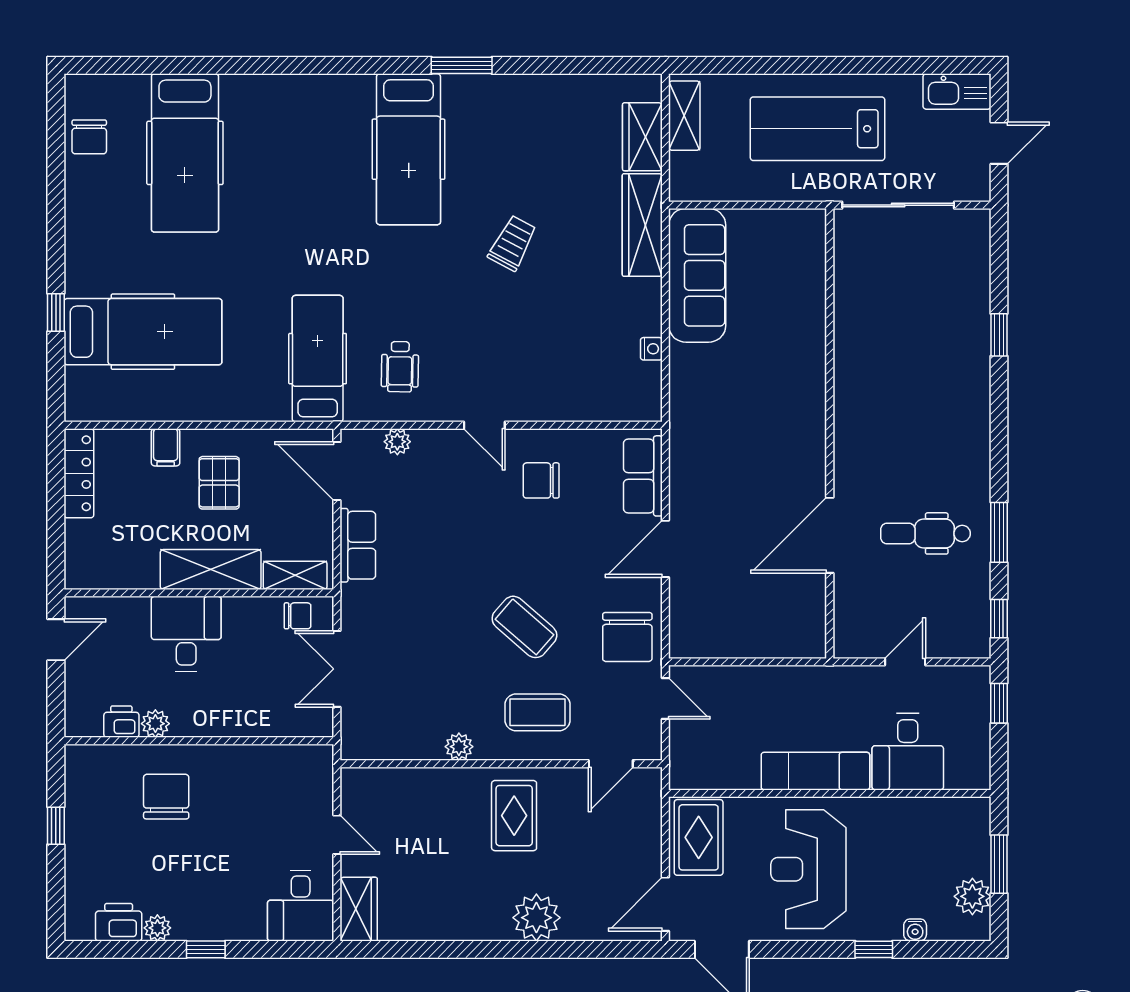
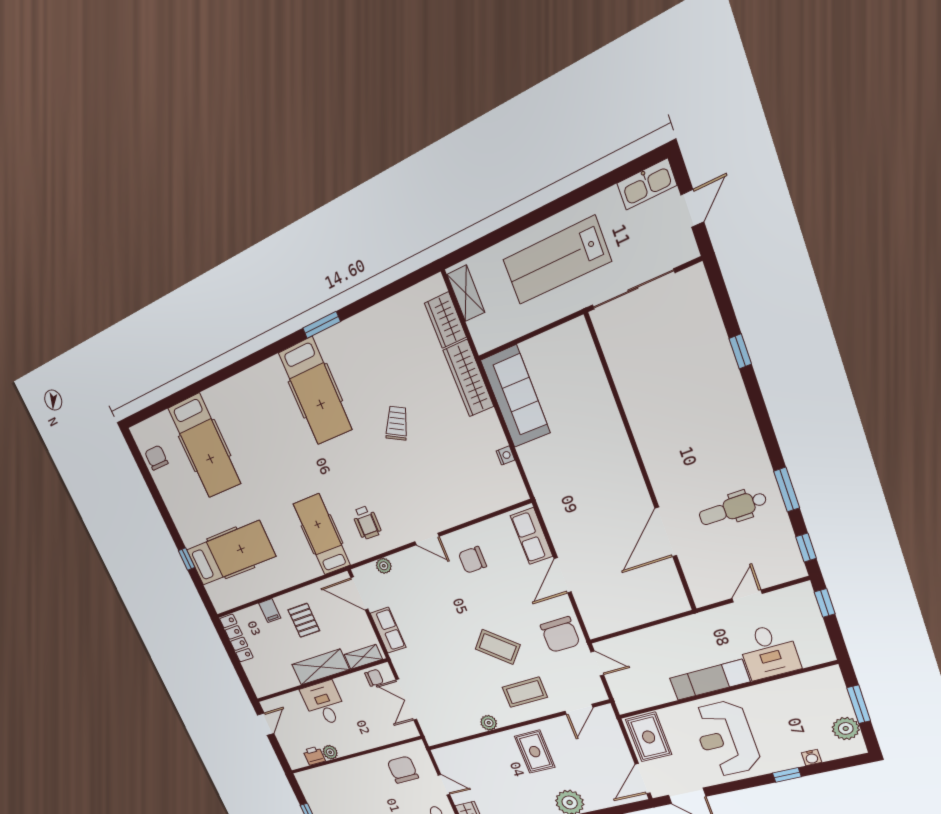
chair: (89, 137) -> (156, 458), turned 180
chair: (166, 797) -> (403, 770), moved

